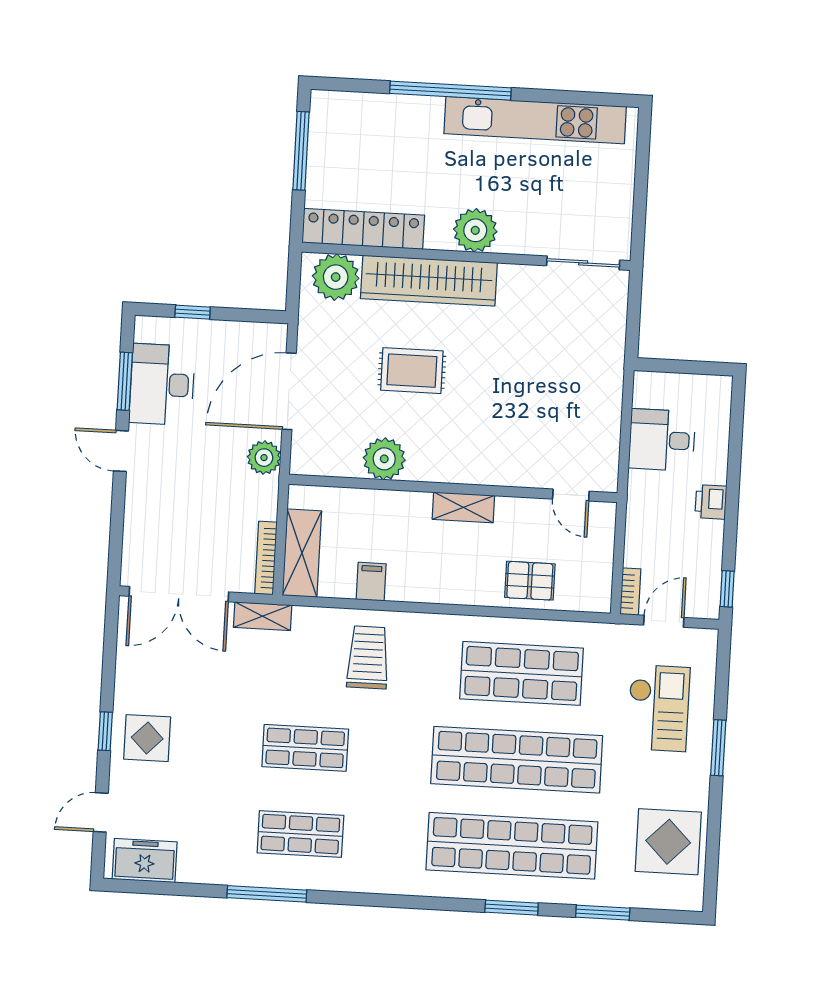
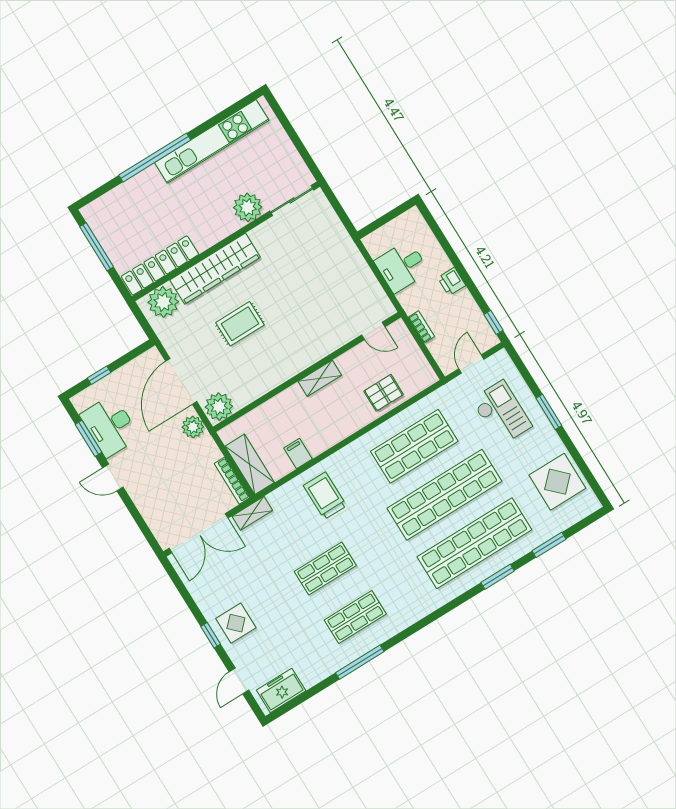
plant: (475, 230) -> (248, 207), moved
plant: (384, 459) -> (219, 407), moved
bookcase: (630, 592) -> (421, 327), moved

